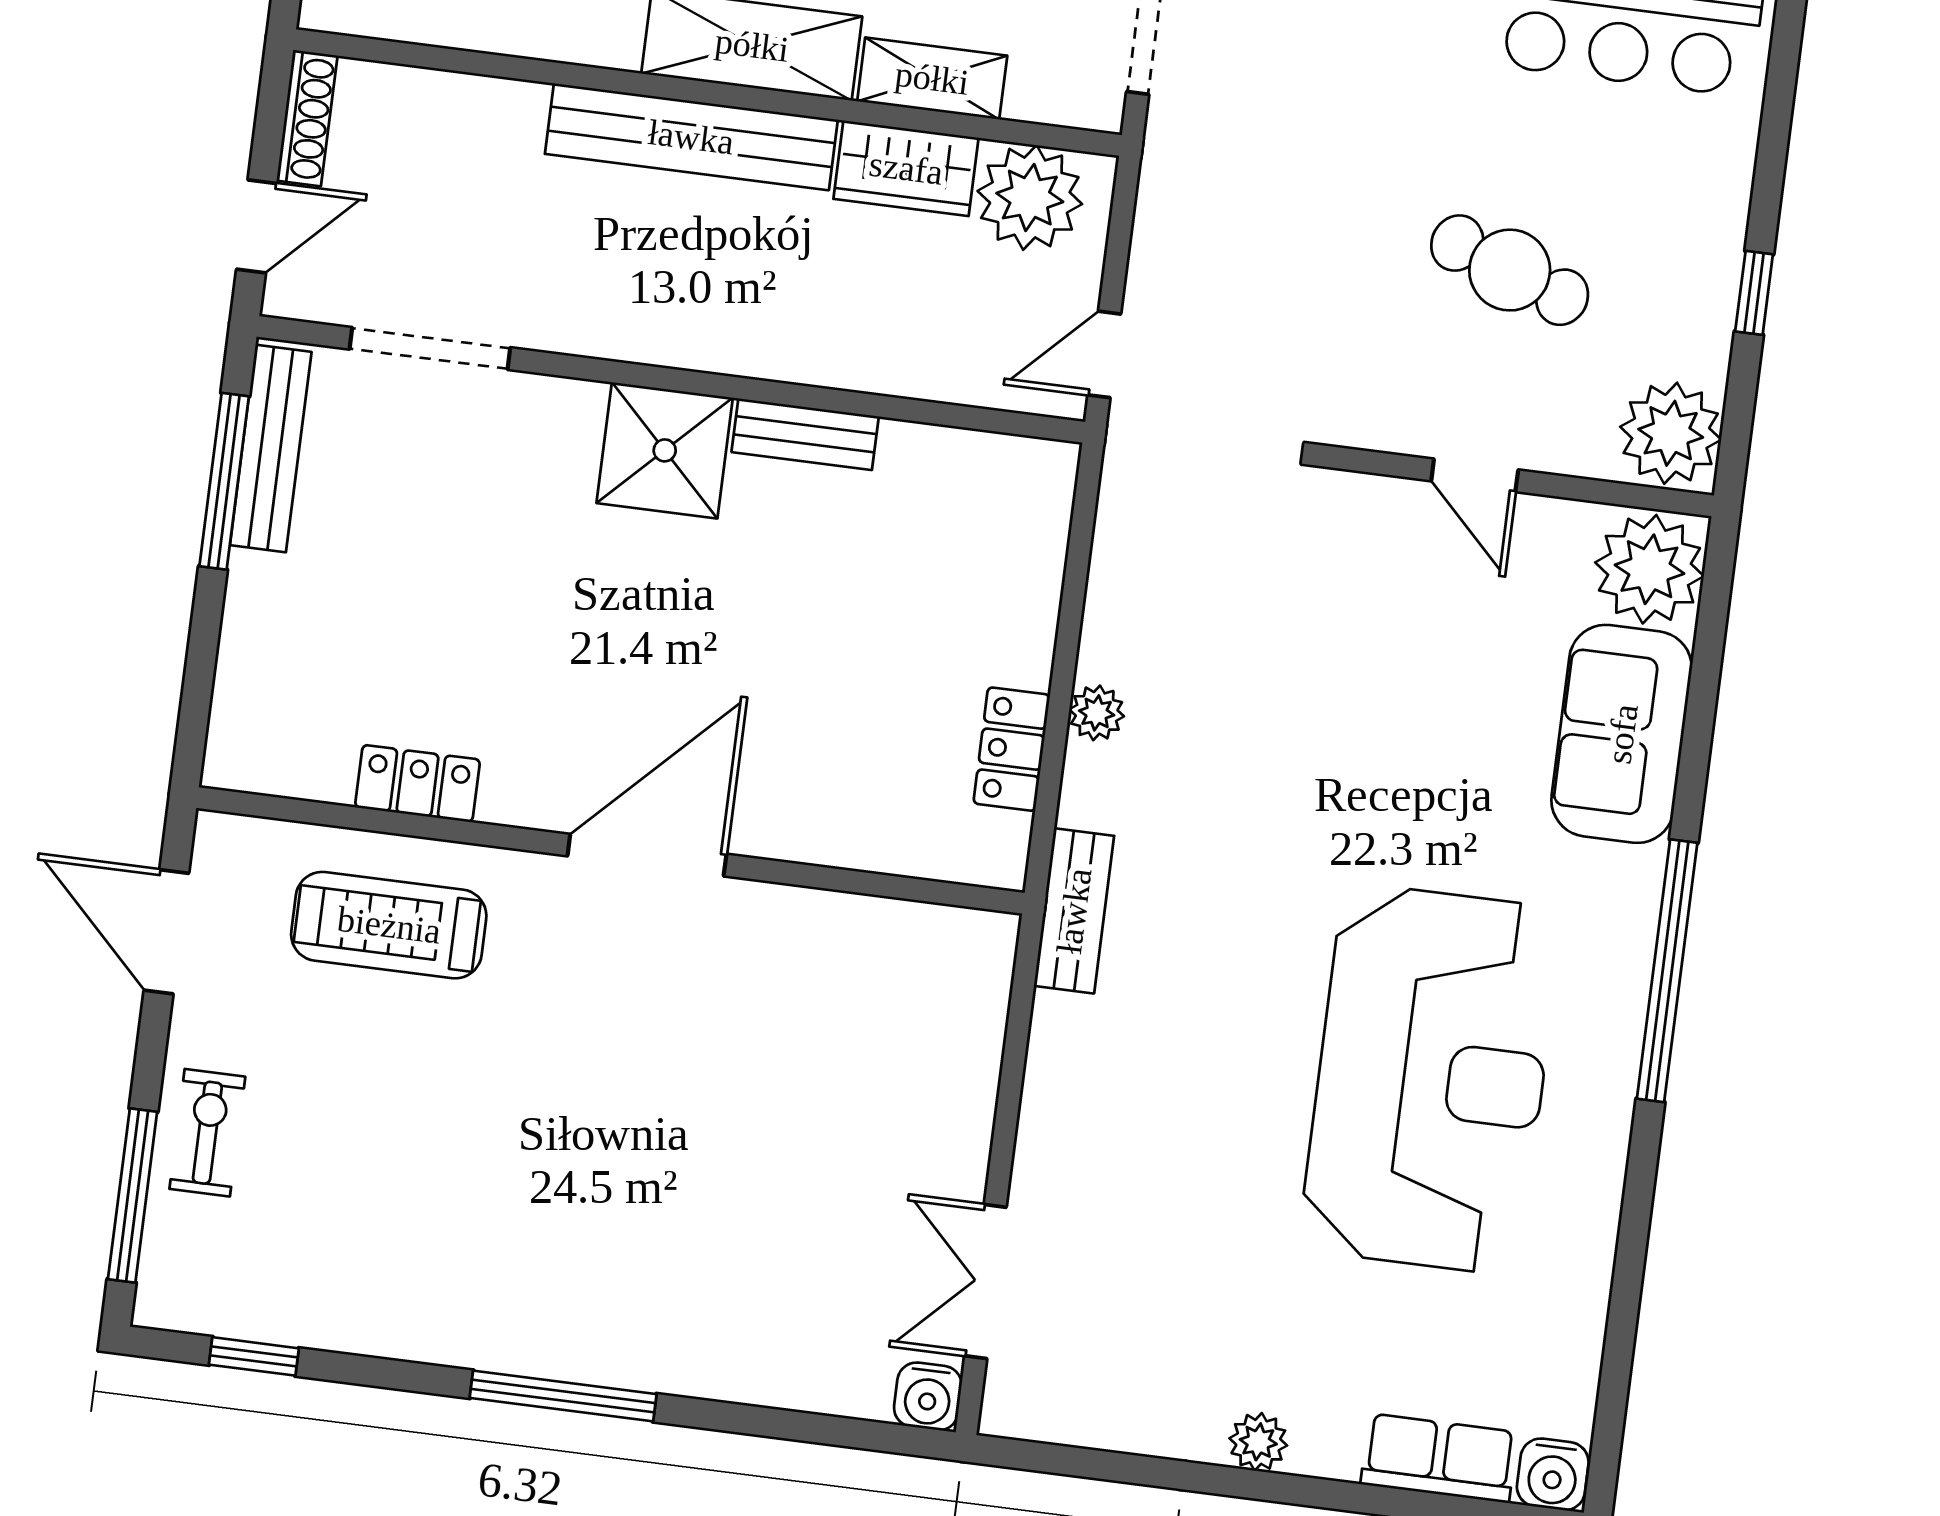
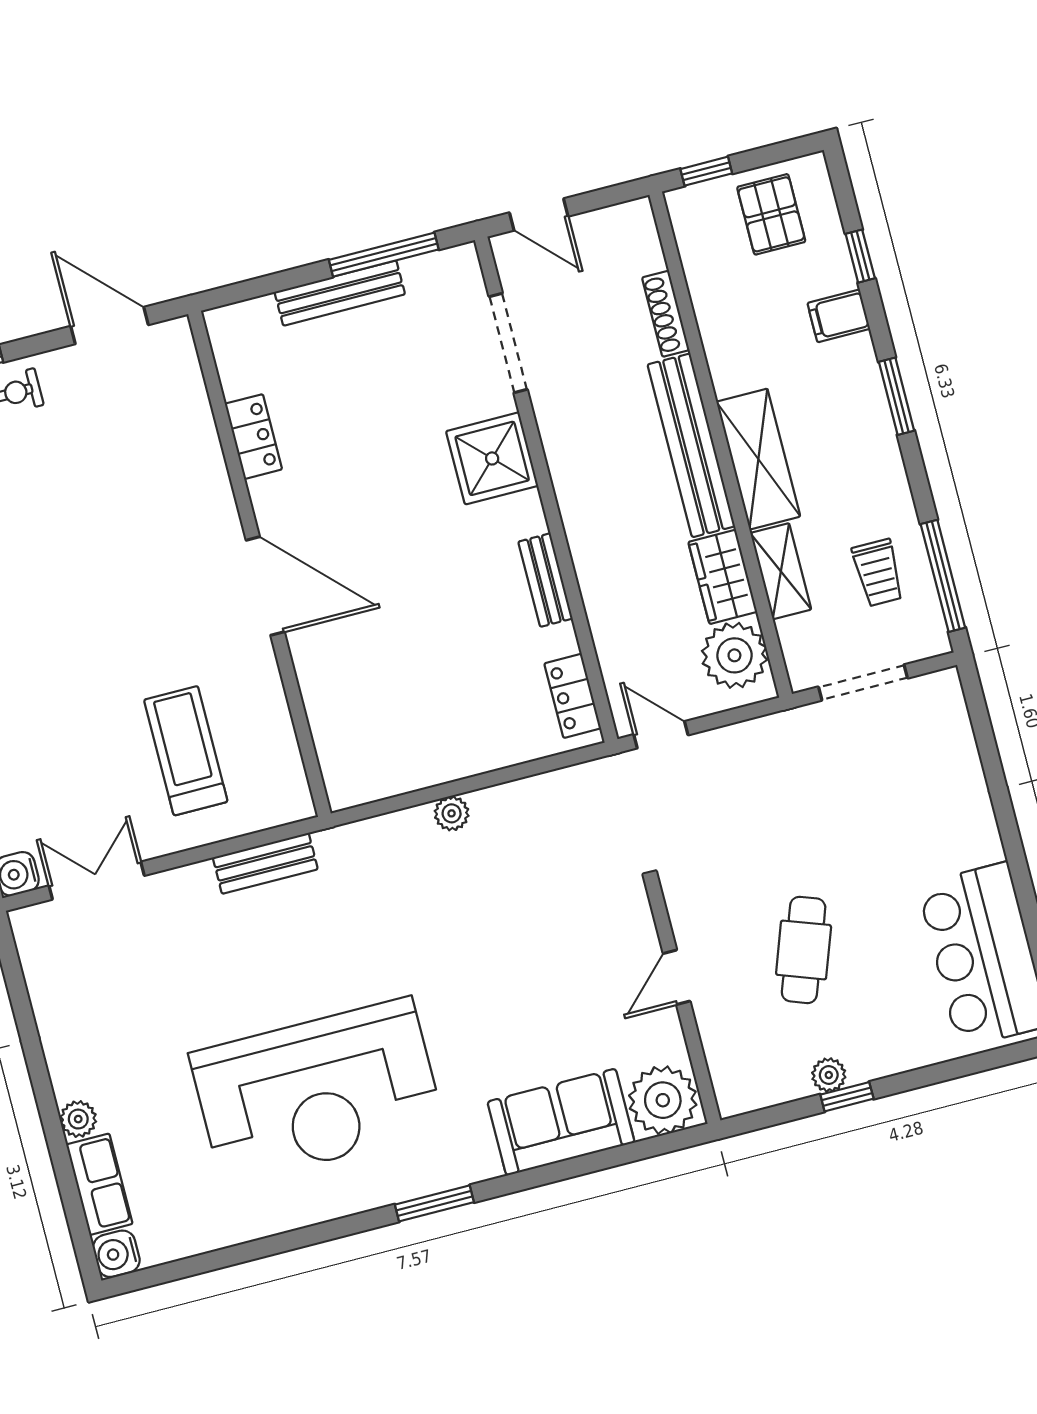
shoe rack: (307, 118) -> (666, 314), moved, turned 90
plant: (1671, 433) -> (829, 1075), moved, width x0.53, depth x0.53
bench: (271, 448) -> (340, 293), moved
shower: (665, 450) -> (492, 458), moved
locker: (1012, 749) -> (573, 696), moved, turned -90
bench: (1074, 911) -> (265, 863), moved
treadmill: (389, 925) -> (186, 751), moved
door: (166, 932) -> (110, 326), hinge flipped
window: (1667, 971) -> (434, 1203), width x0.47
plant: (1258, 1442) -> (78, 1119), moved

